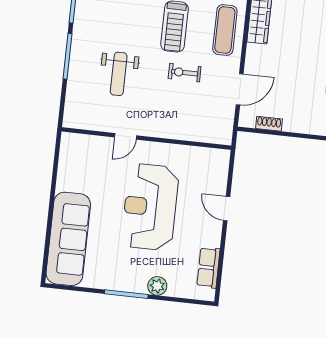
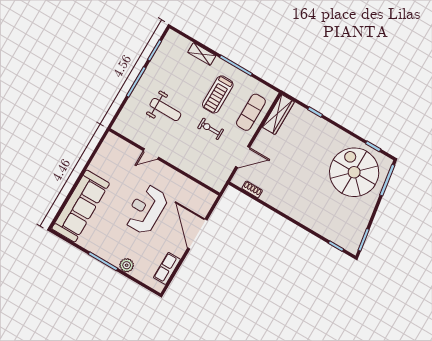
weight bench: (119, 74) -> (165, 110), turned -90
reception desk: (150, 207) -> (146, 209), width x0.74, depth x0.77
door: (227, 209) -> (197, 234), width x1.87

